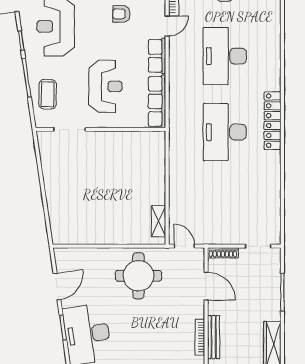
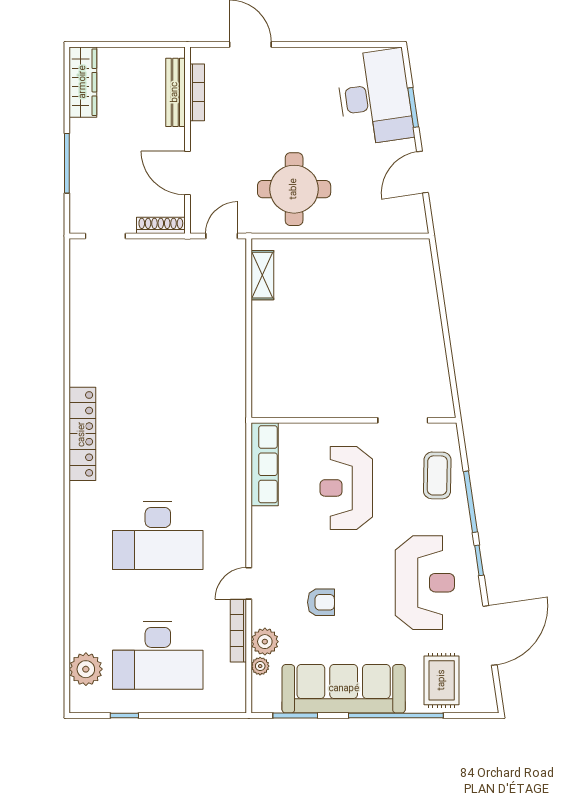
row of seats: (157, 56) -> (265, 536), removed
desk: (225, 56) -> (158, 536), turned 90
desk: (225, 132) -> (158, 416), removed
door: (184, 246) -> (222, 236), swing flipped

